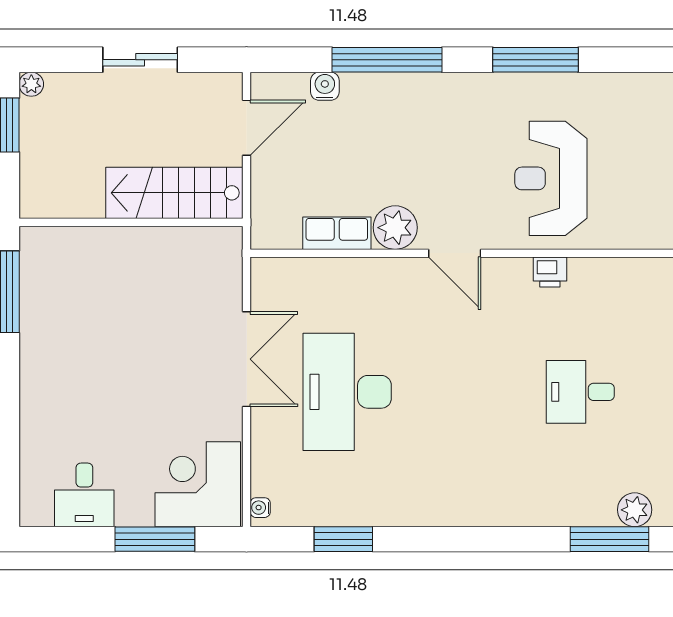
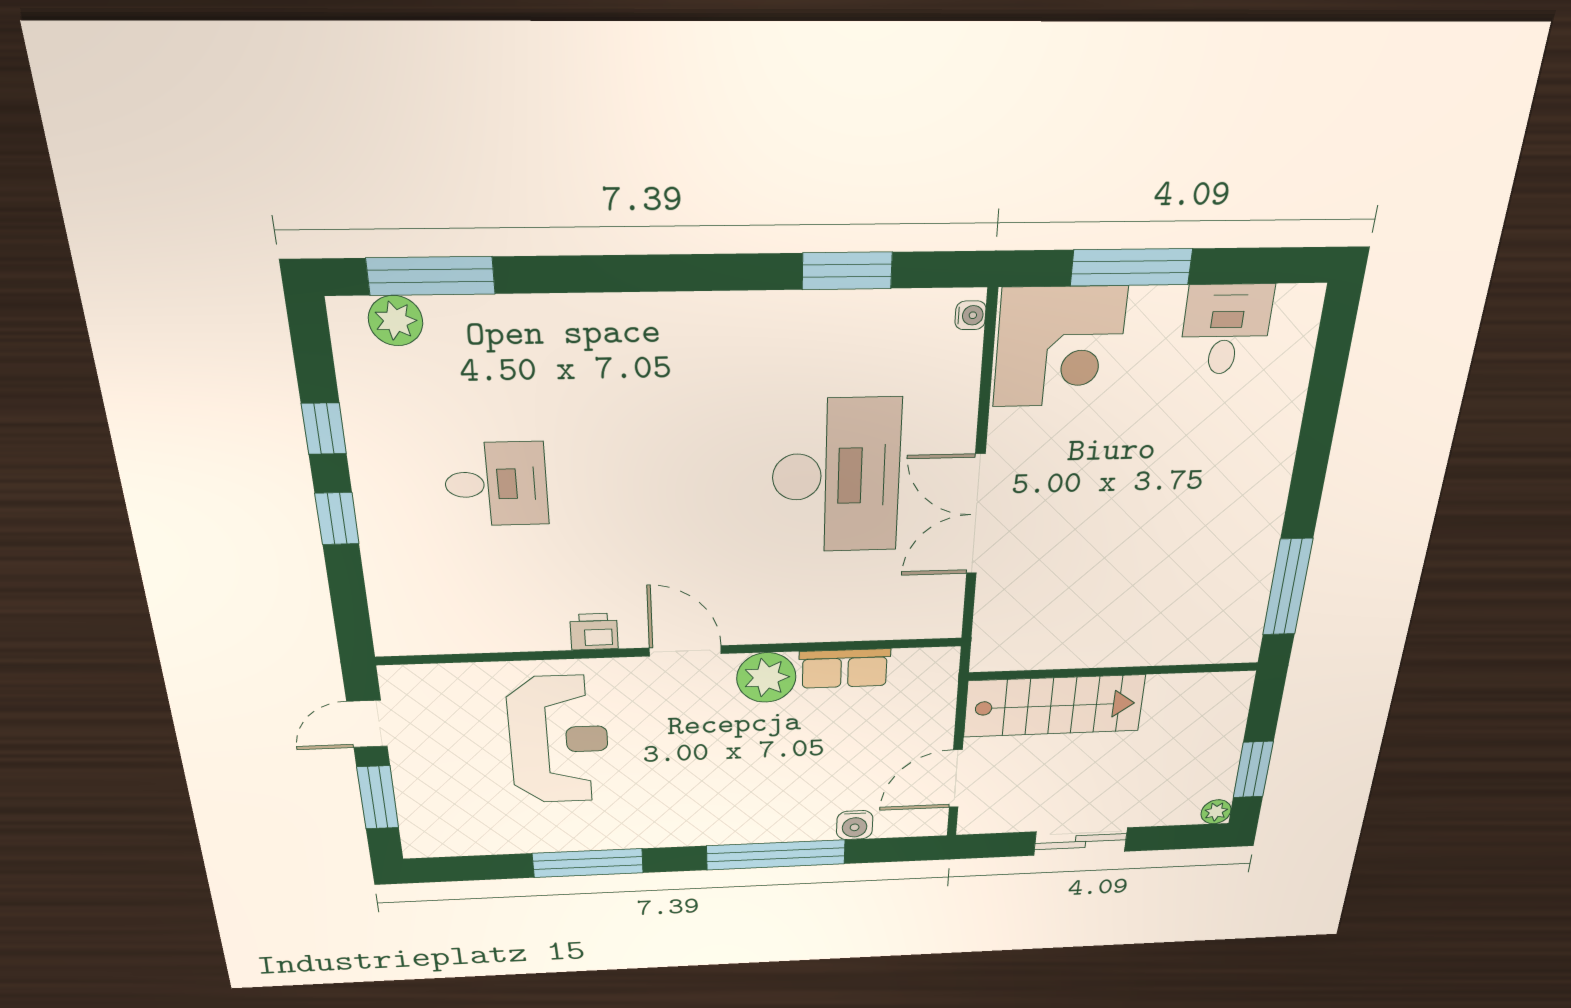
printer: (550, 272) -> (594, 632), moved

